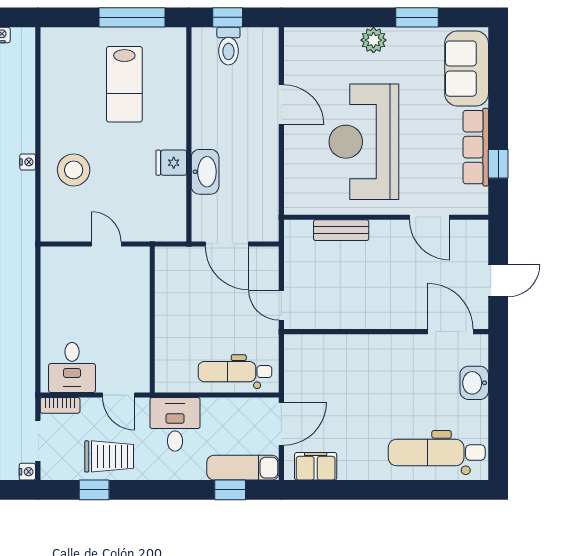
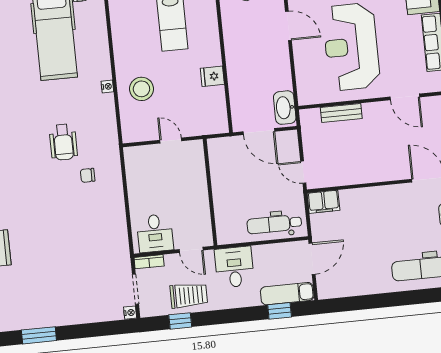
washbasin: (205, 172) -> (285, 108), moved, turned 180
filing cabinet: (316, 466) -> (323, 202), moved, turned 180

